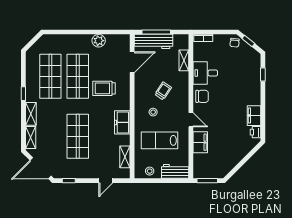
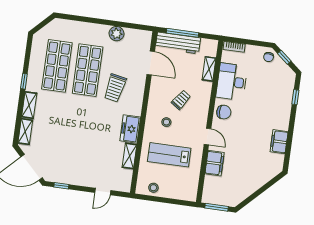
door: (132, 62) -> (151, 63), hinge flipped
desk: (205, 73) -> (232, 82), width x1.37
trolley: (104, 88) -> (115, 88), turned -79
printer: (256, 132) -> (278, 160), removed
shop shelf: (78, 136) -> (78, 138), removed
shelving: (125, 157) -> (130, 156), moved
workbench: (175, 171) -> (182, 192), removed

